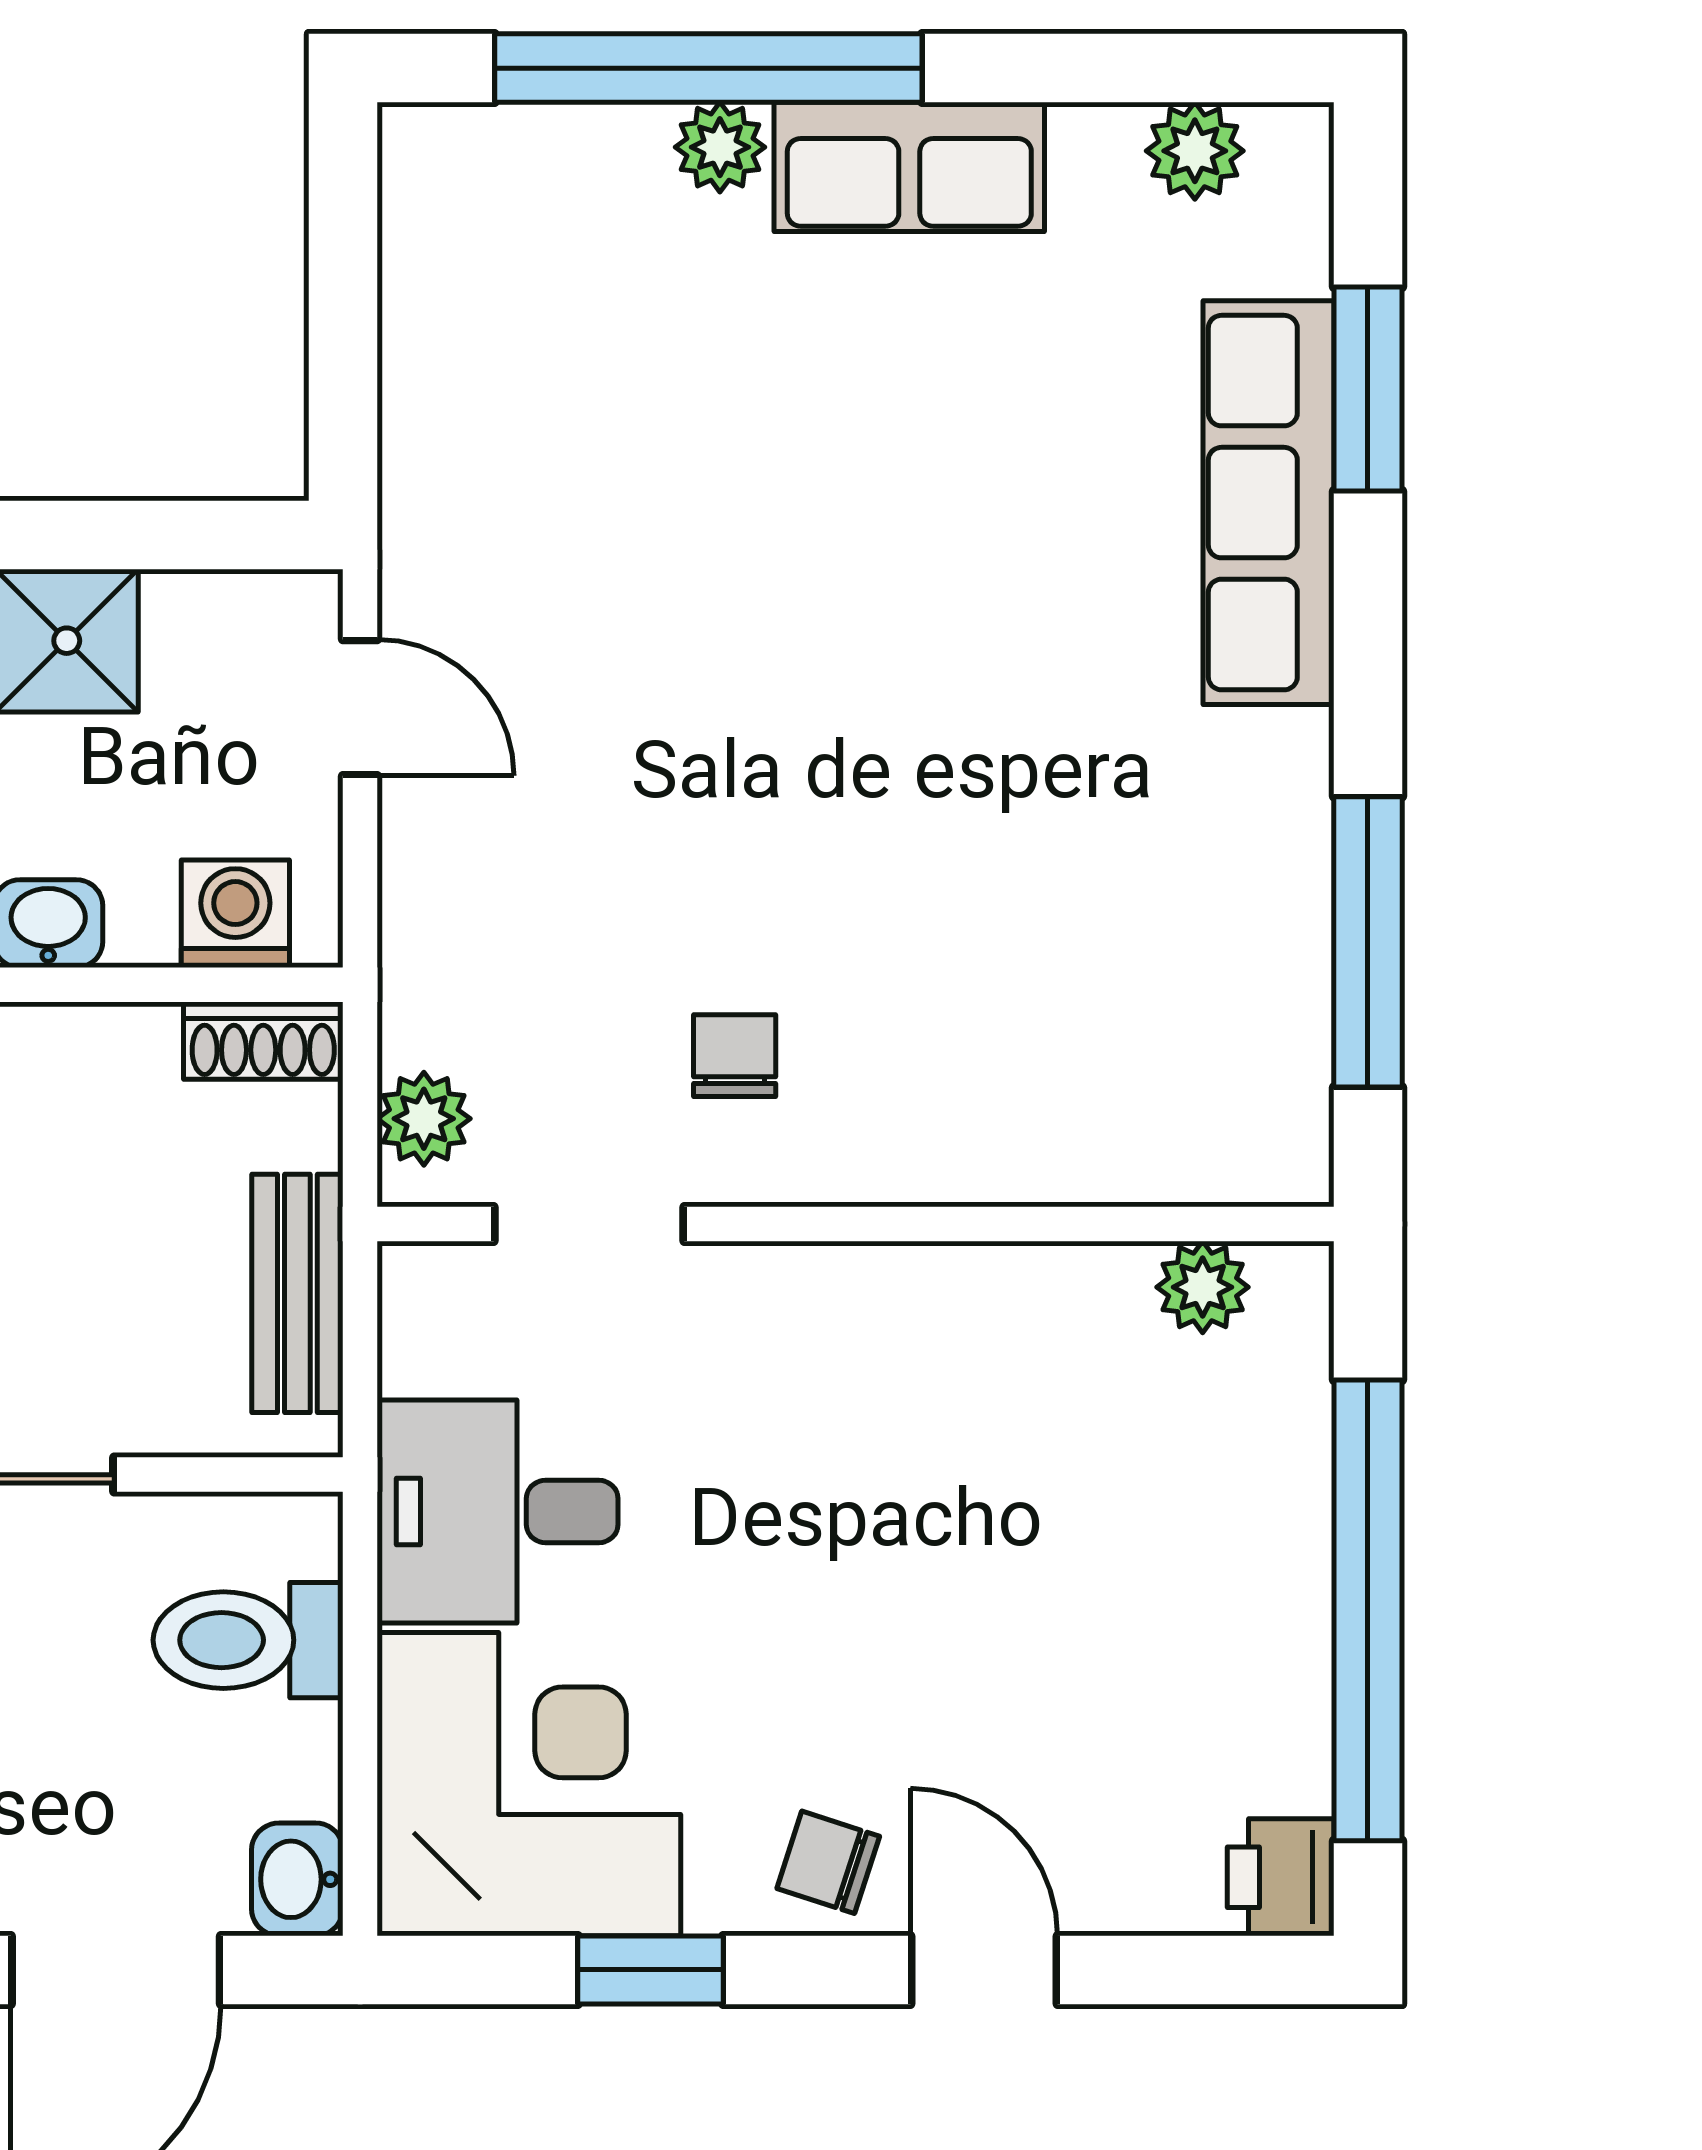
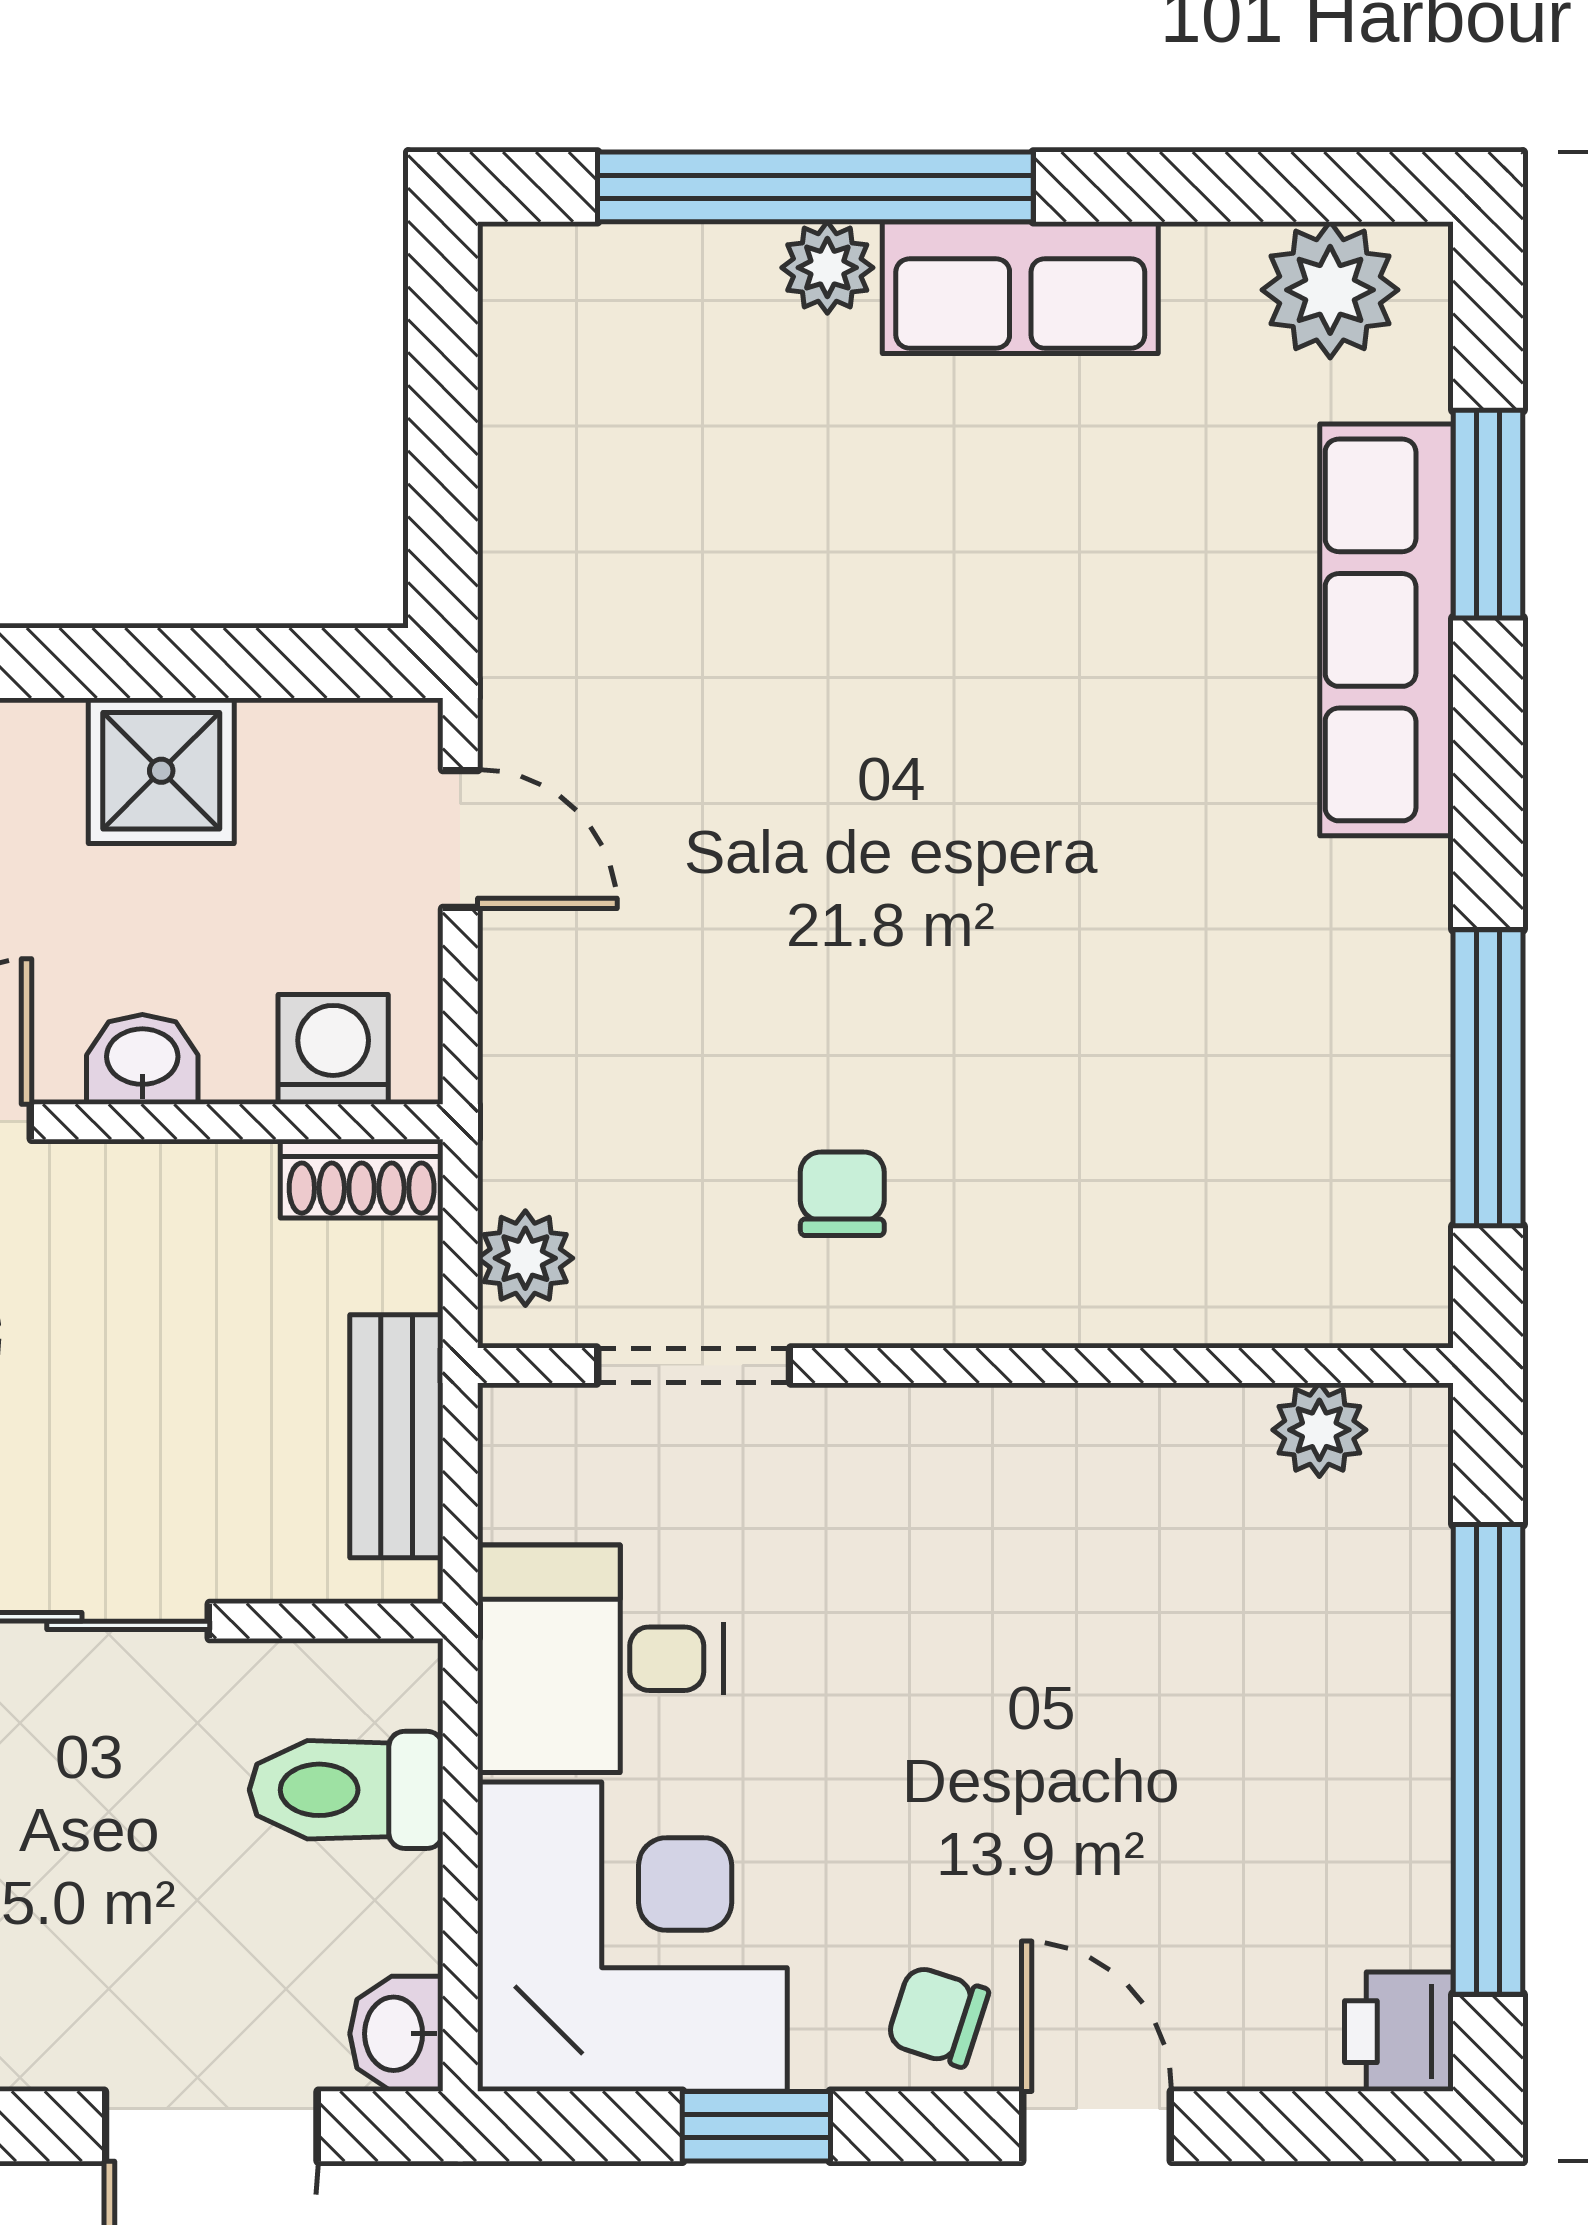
plant: (1195, 151) -> (1330, 290), width x1.38, depth x1.38

